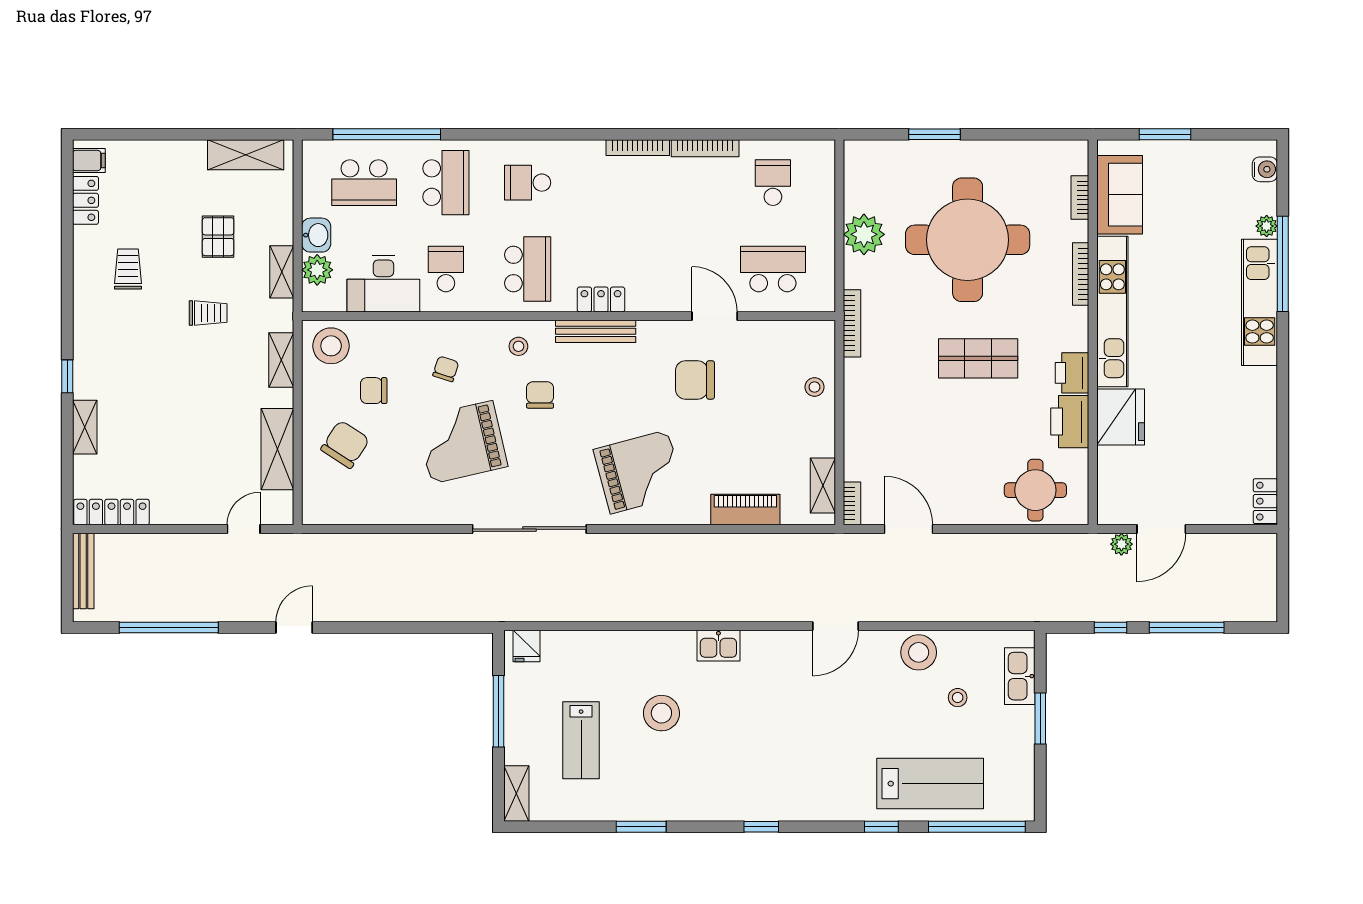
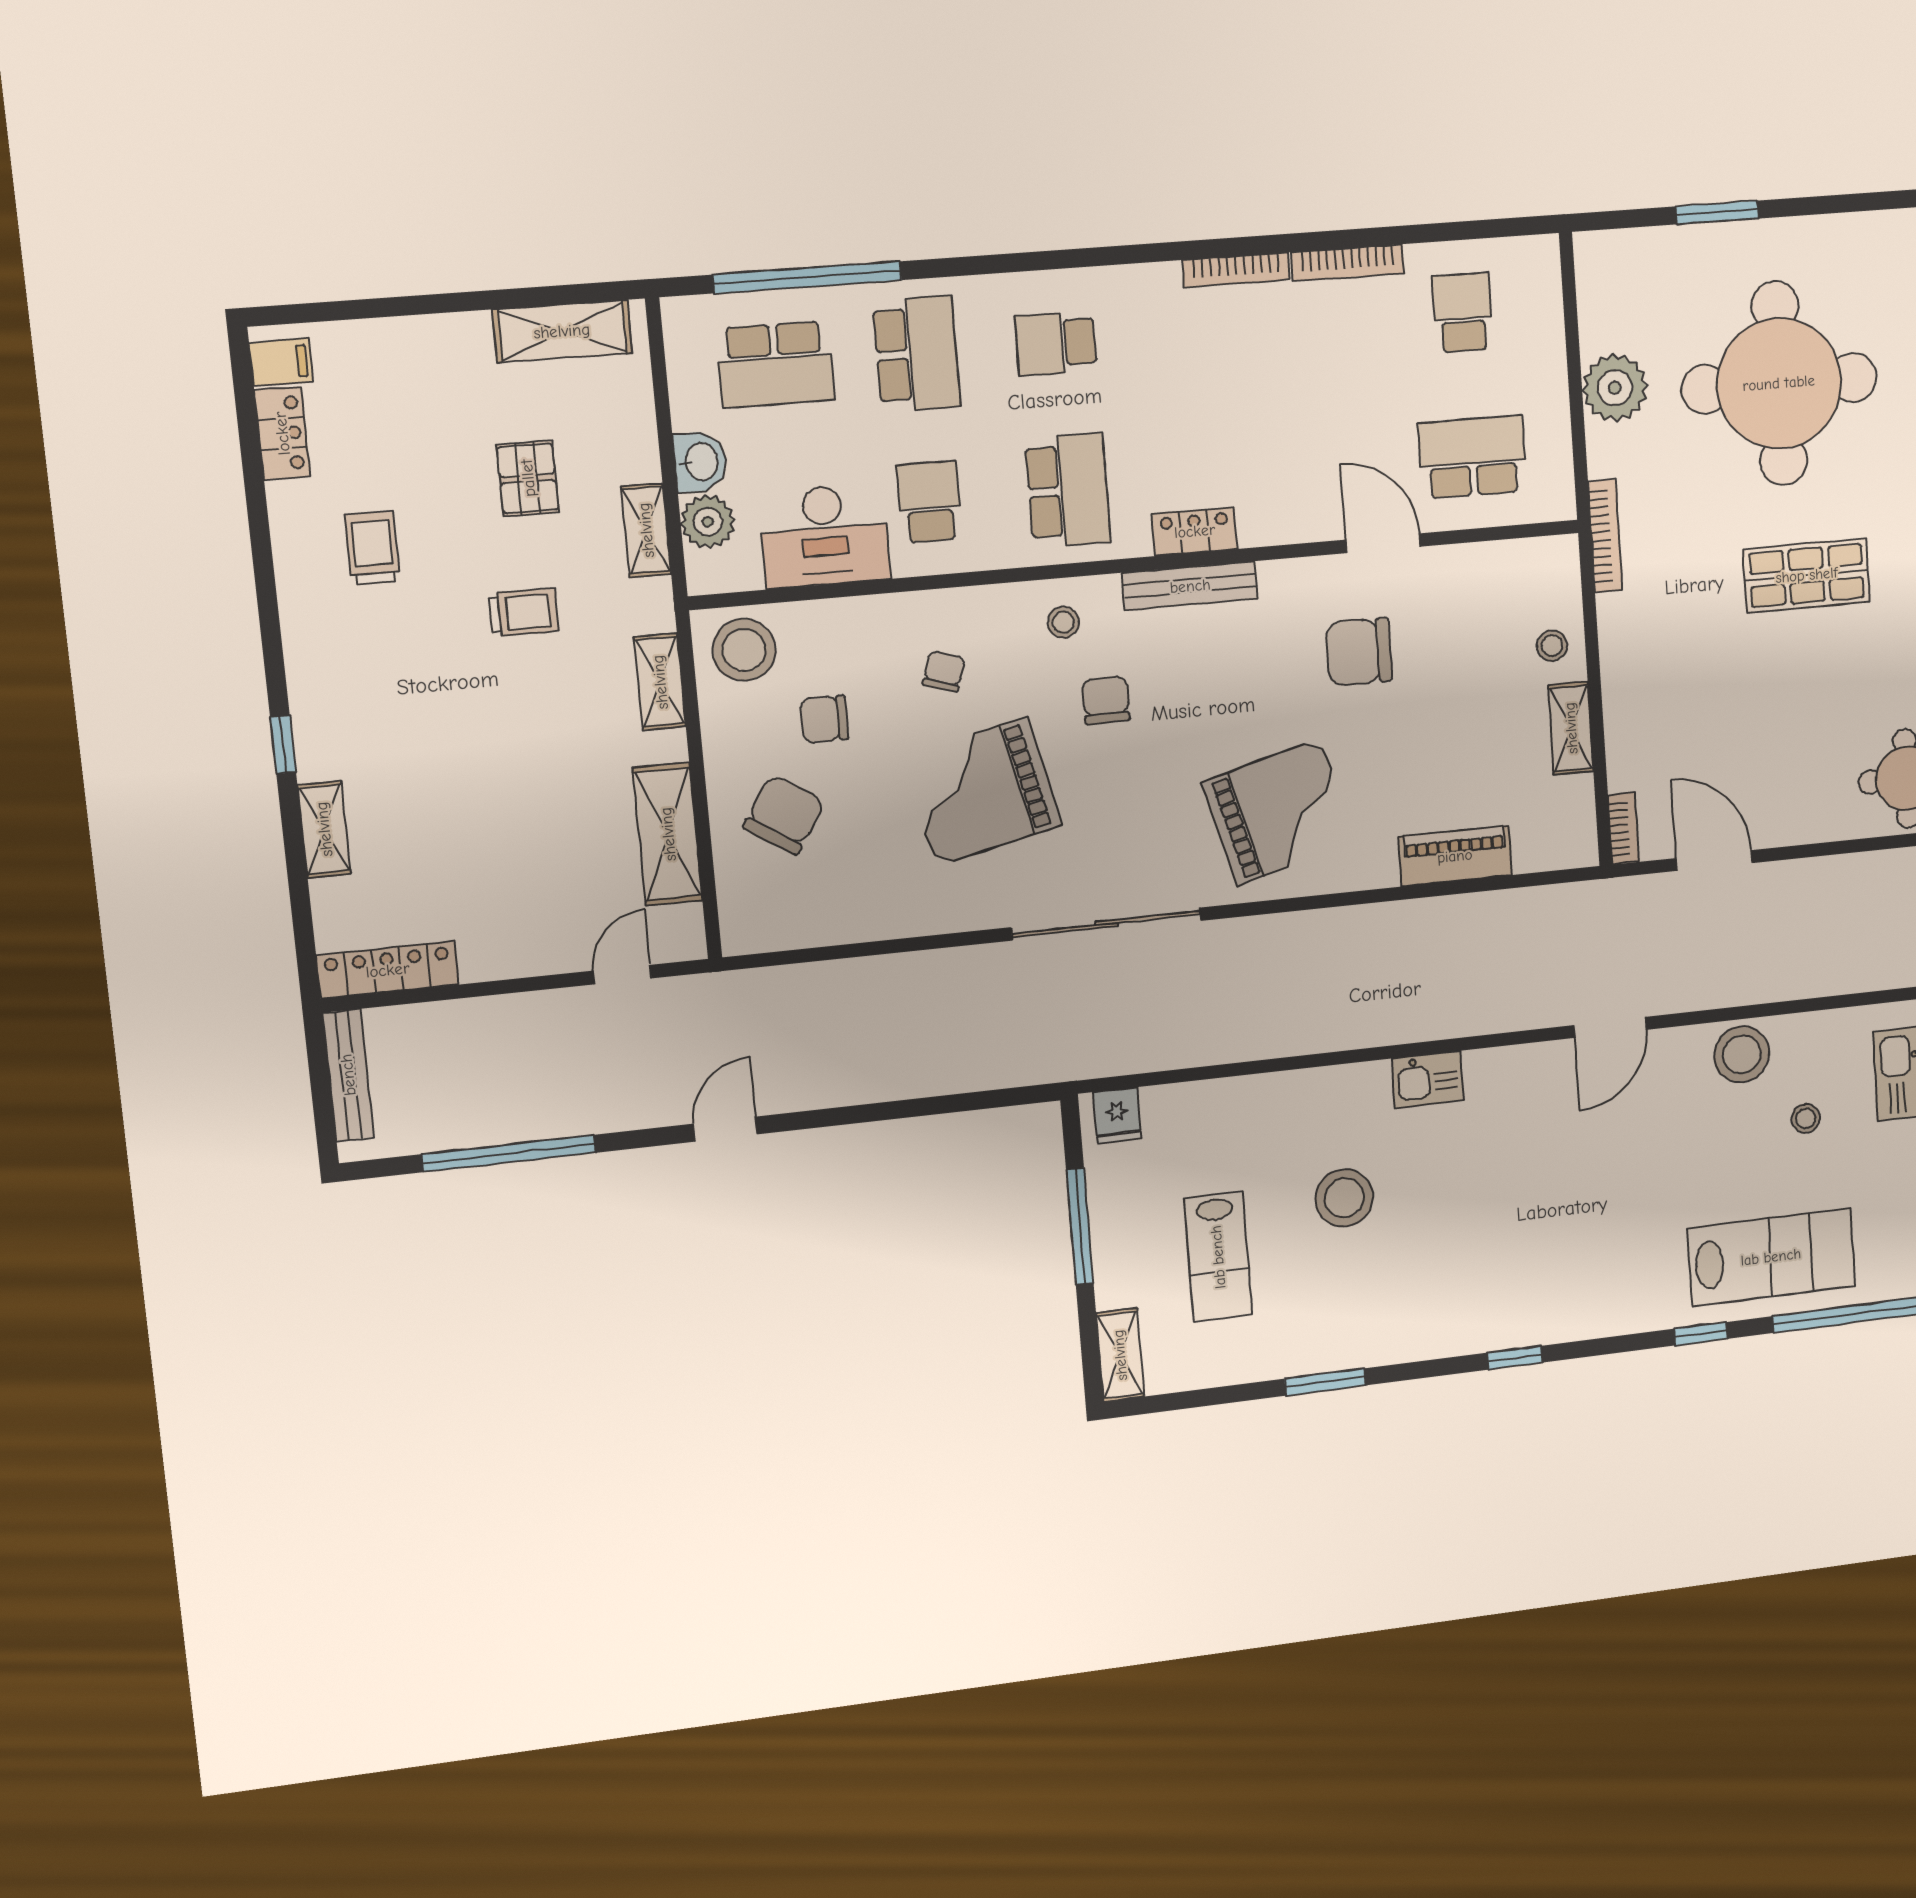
shelving: (823, 485) -> (1571, 728), moved

